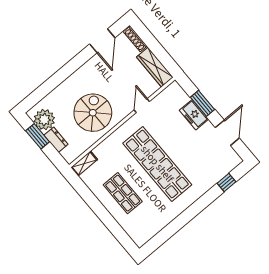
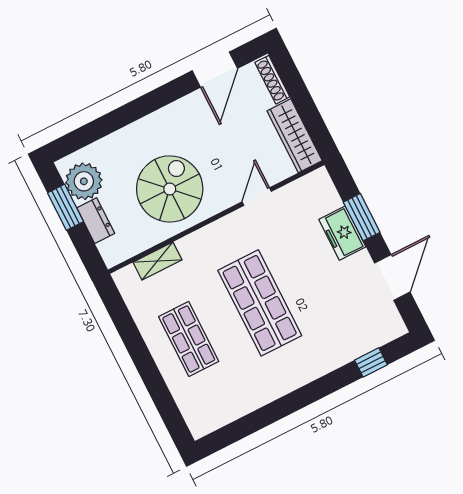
shelving: (84, 163) -> (157, 261), moved
shop shelf: (157, 164) -> (260, 303), width x0.71

